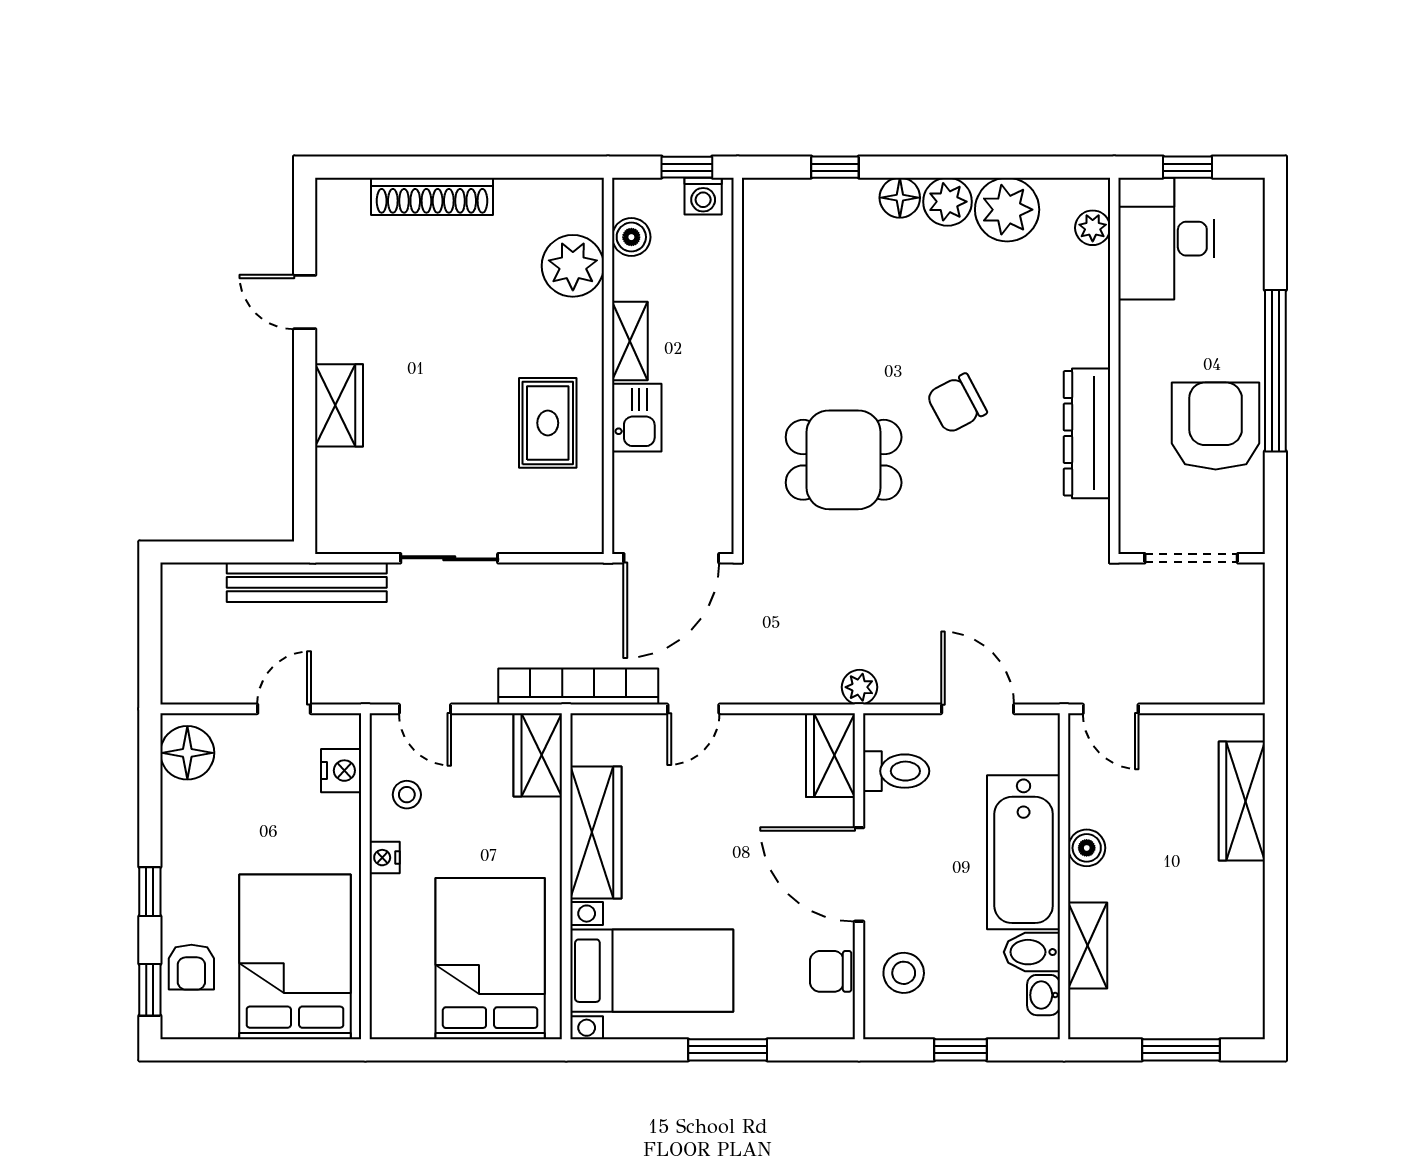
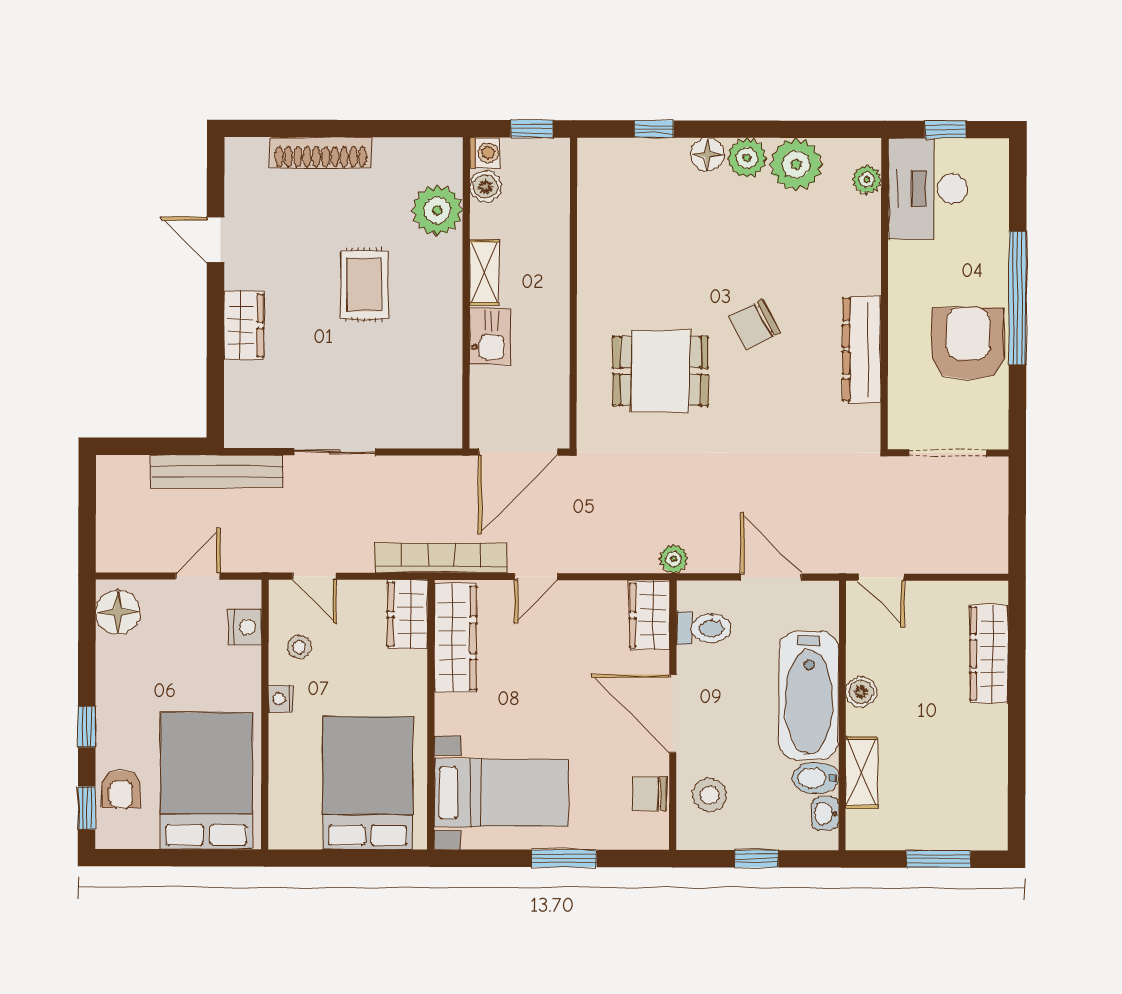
washing machine: (703, 196) -> (485, 153), moved, turned -90
rug: (548, 423) -> (364, 285), moved
wardrobe: (596, 832) -> (456, 638), moved

